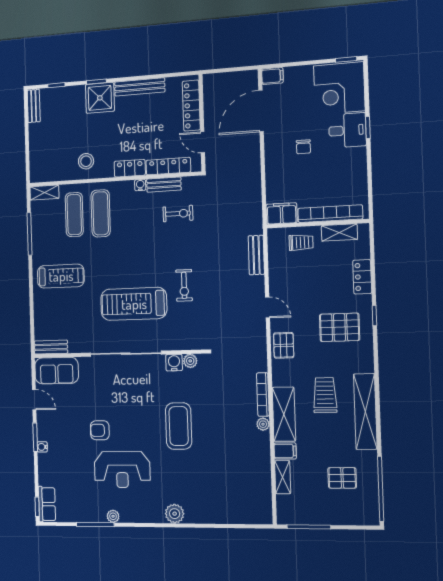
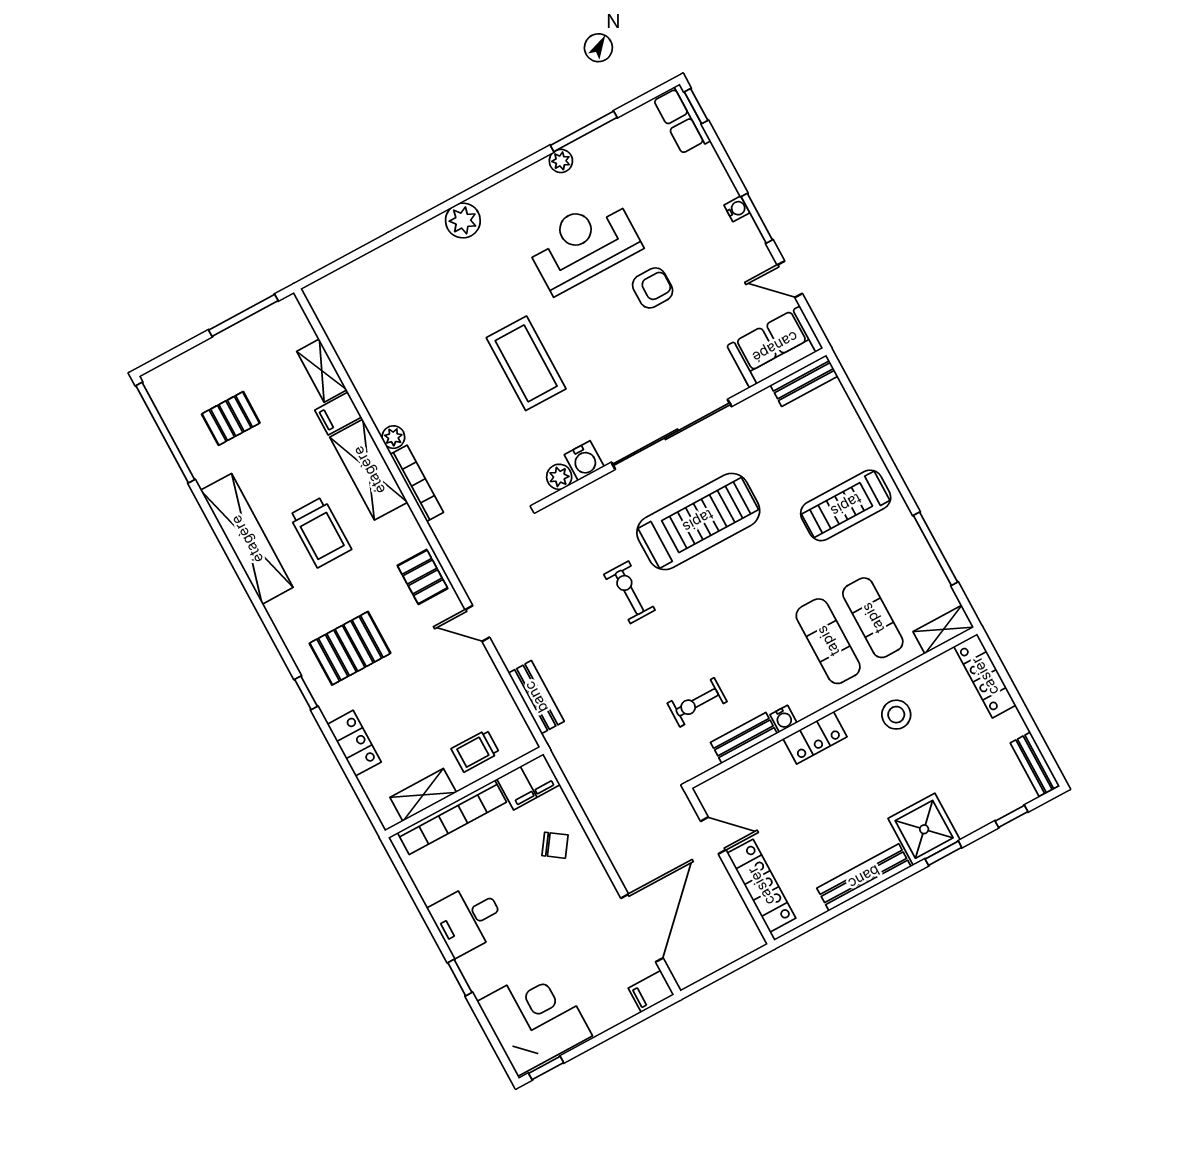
desk: (347, 130) -> (468, 919), moved
chair: (303, 147) -> (555, 845), moved, turned 125
locker: (168, 166) -> (985, 676), moved, turned 90

